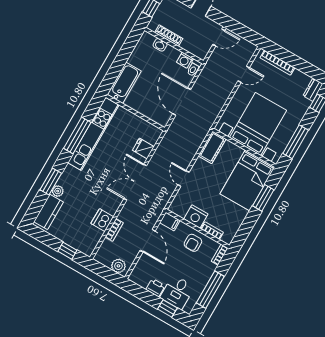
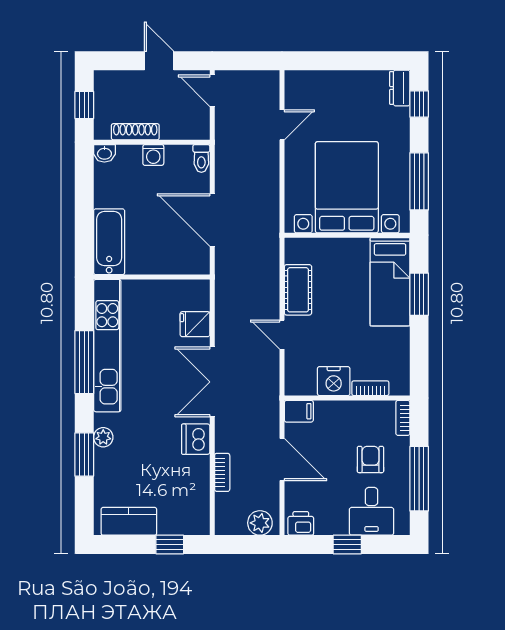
door: (219, 37) -> (212, 91), swing flipped
washbasin: (160, 45) -> (104, 153), moved
washing machine: (185, 60) -> (153, 155), moved
bookcase: (277, 63) -> (323, 78), removed
cot: (212, 147) -> (298, 290), moved
bed: (247, 180) -> (390, 282), width x0.67
plant: (58, 191) -> (103, 437), moved
kitchen counter: (49, 212) -> (129, 521), moved, turned -90
dishwasher: (102, 220) -> (196, 439), moved
armchair: (193, 243) -> (370, 459), moved, turned 180
printer: (155, 288) -> (301, 523), moved
window: (167, 308) -> (347, 545), moved

